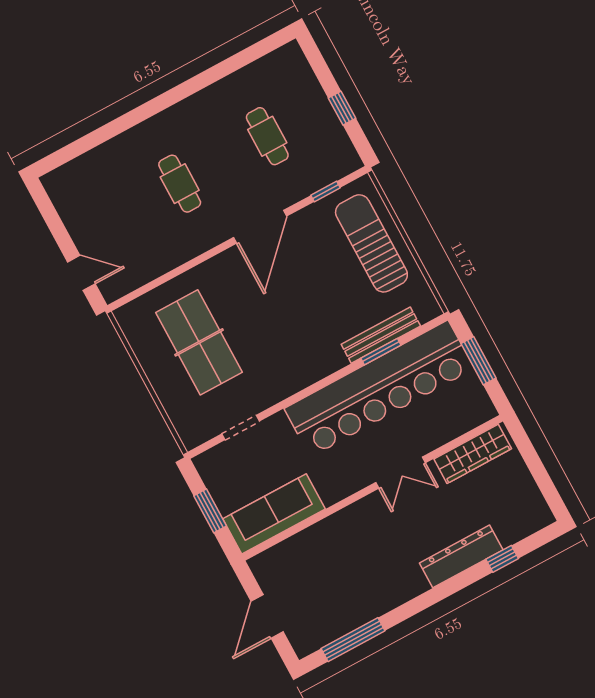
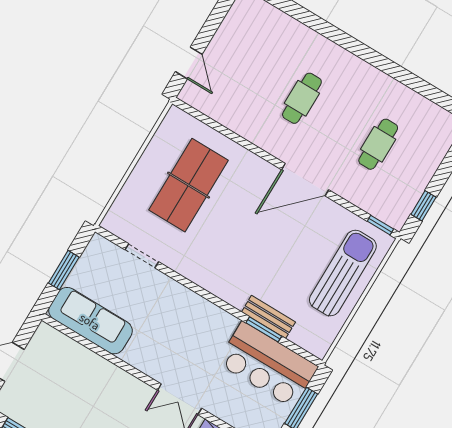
window: (342, 108) -> (424, 206), moved
window: (325, 191) -> (380, 225), moved
bench: (381, 335) -> (269, 317), width x0.73
bar counter: (379, 389) -> (268, 365), width x0.54

